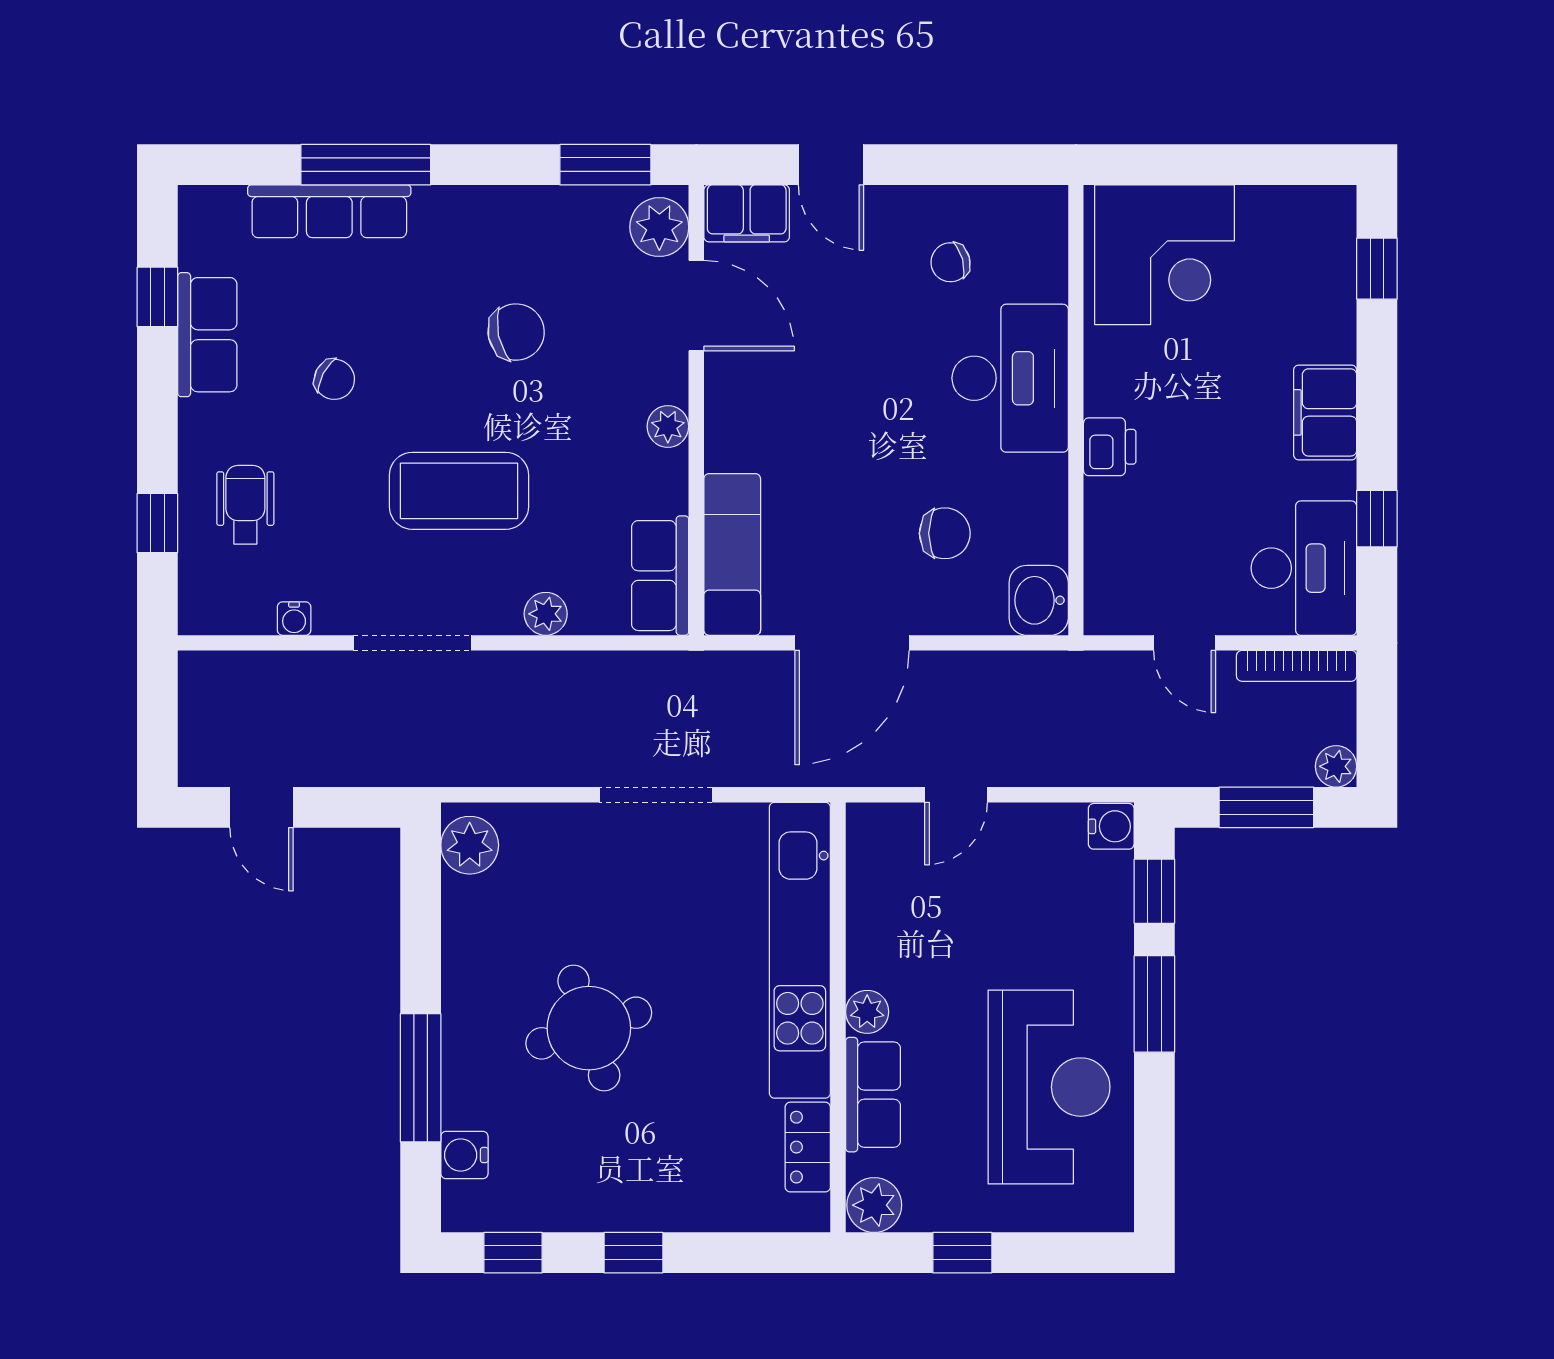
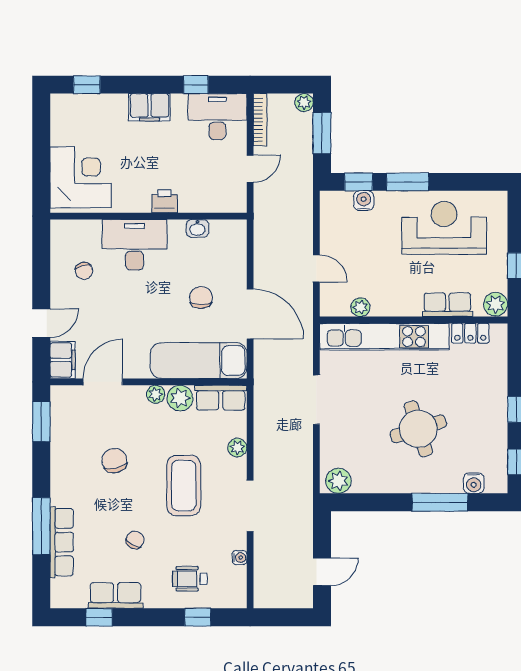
plant: (659, 227) -> (180, 398), moved
chair: (945, 533) -> (201, 298), moved
exam couch: (732, 554) -> (199, 361), width x1.36, depth x1.45
washbasin: (1039, 600) -> (197, 228), moved, width x0.72, depth x0.69
water cooler: (1111, 826) -> (364, 201), moved
plant: (867, 1012) -> (360, 307), moved

